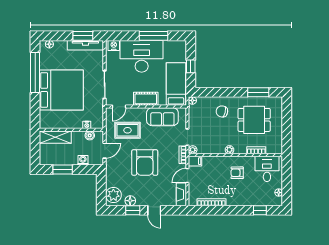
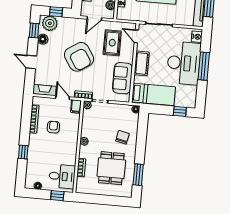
window: (153, 36) -> (204, 66), moved
window: (191, 66) -> (180, 111), moved
door: (105, 151) -> (94, 18), hinge flipped
armchair: (145, 163) -> (79, 57), turned -123
window: (287, 172) -> (57, 196), added
armchair: (237, 173) -> (53, 127), moved
window: (101, 190) -> (56, 12), added
window: (133, 210) -> (34, 31), moved
door: (154, 210) -> (31, 62), hinge flipped
window: (260, 210) -> (23, 152), moved

